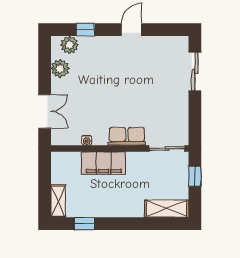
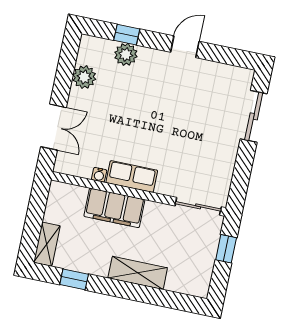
plant: (69, 45) -> (126, 54), moved
row of seats: (127, 136) -> (132, 176), moved
shelving: (167, 209) -> (138, 273), moved

